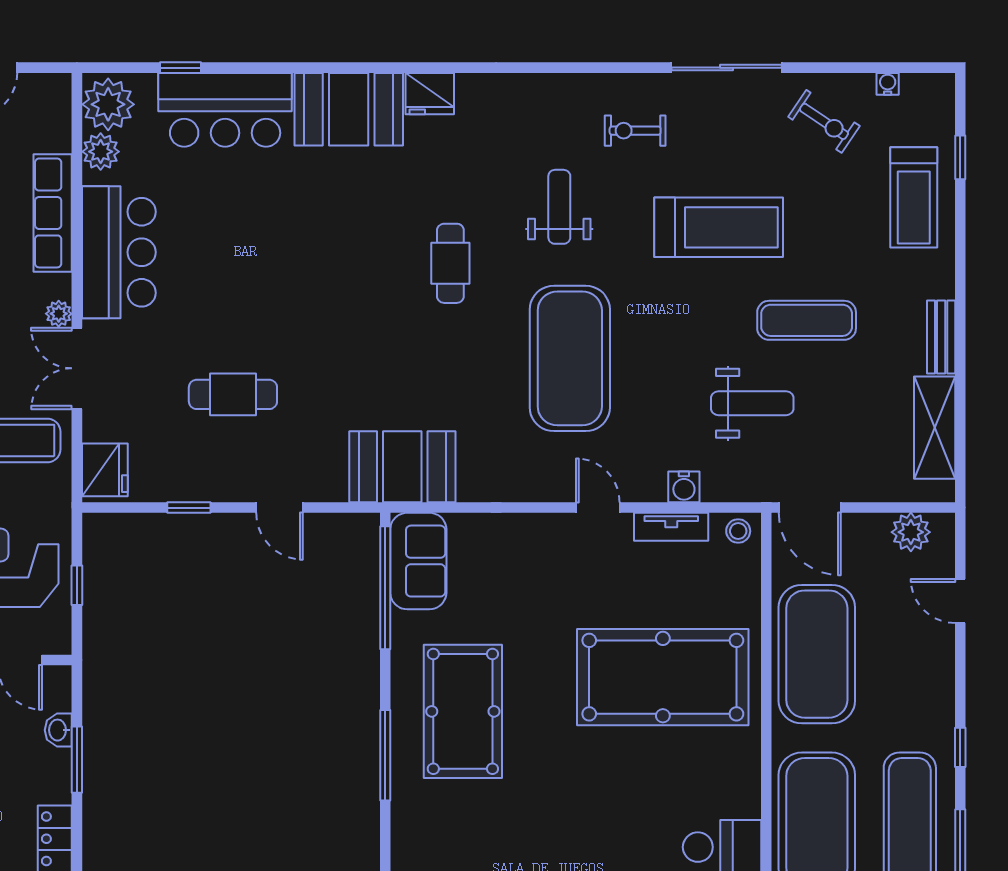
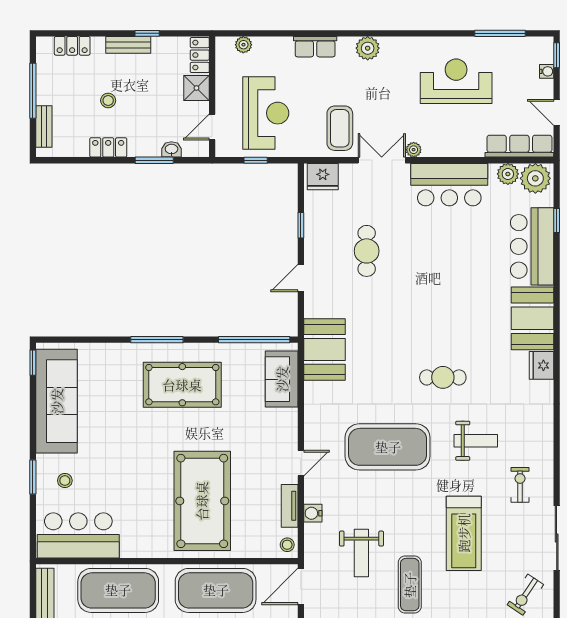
row of seats: (53, 213) -> (519, 146), moved
sofa: (418, 561) -> (282, 379), moved, turned 90

